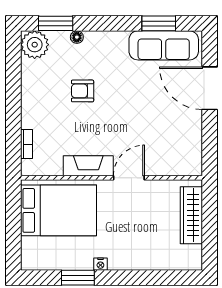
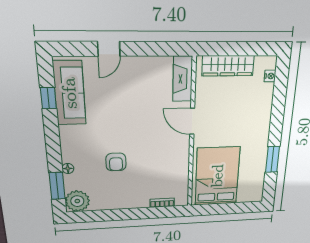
window: (159, 23) -> (48, 98), width x0.67
door: (210, 88) -> (109, 49), width x0.53
fireplace: (88, 166) -> (183, 79), moved
nightstand: (100, 264) -> (270, 76), moved

